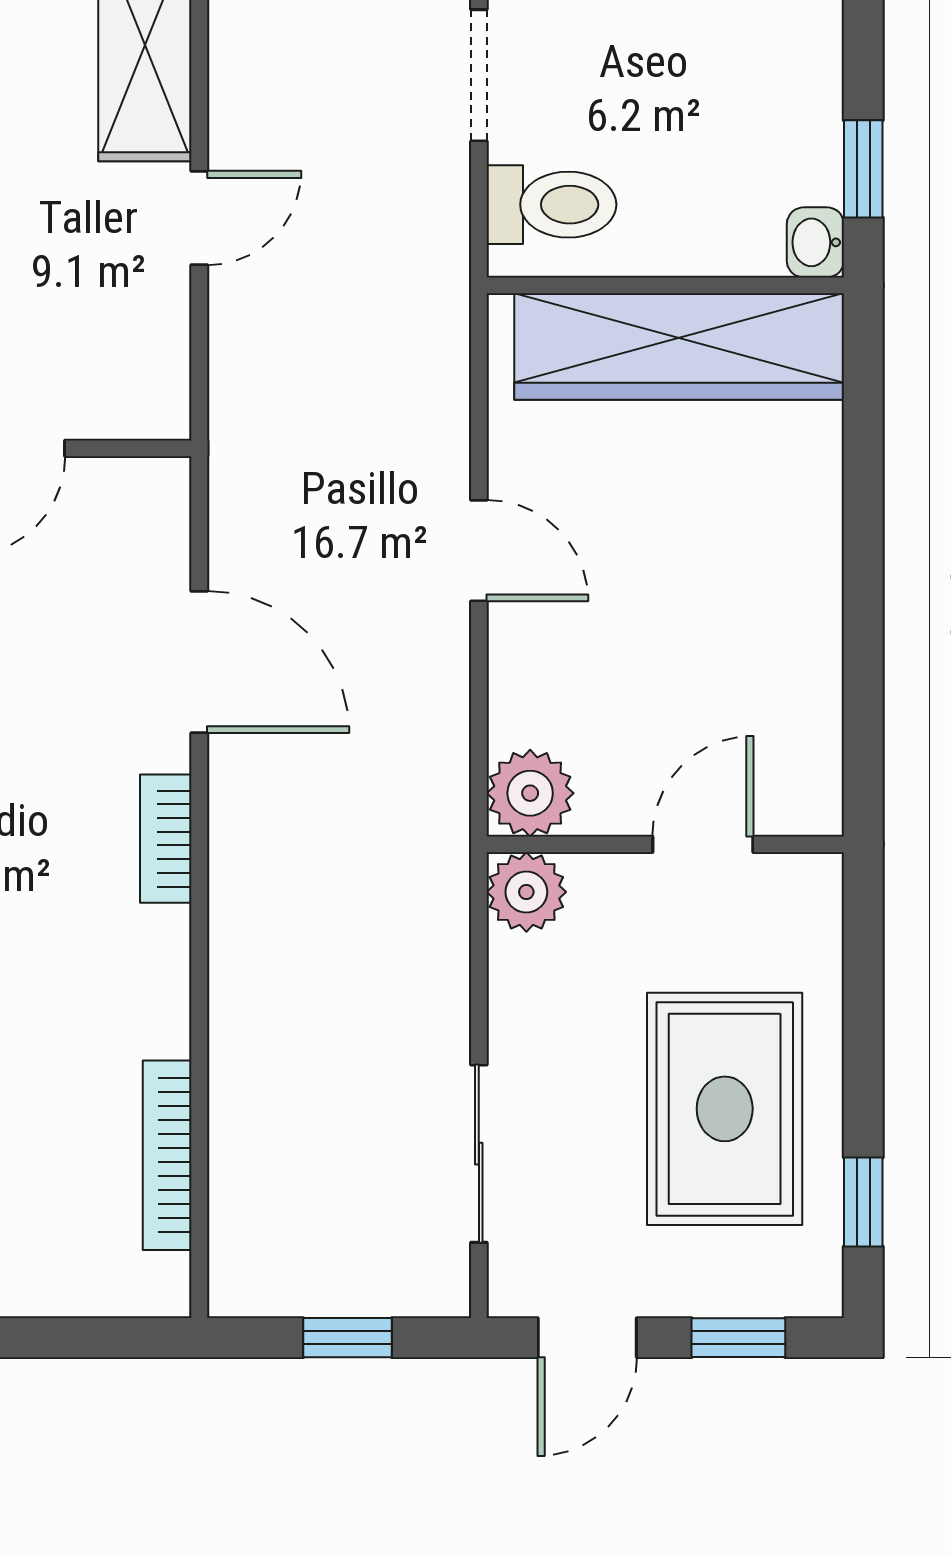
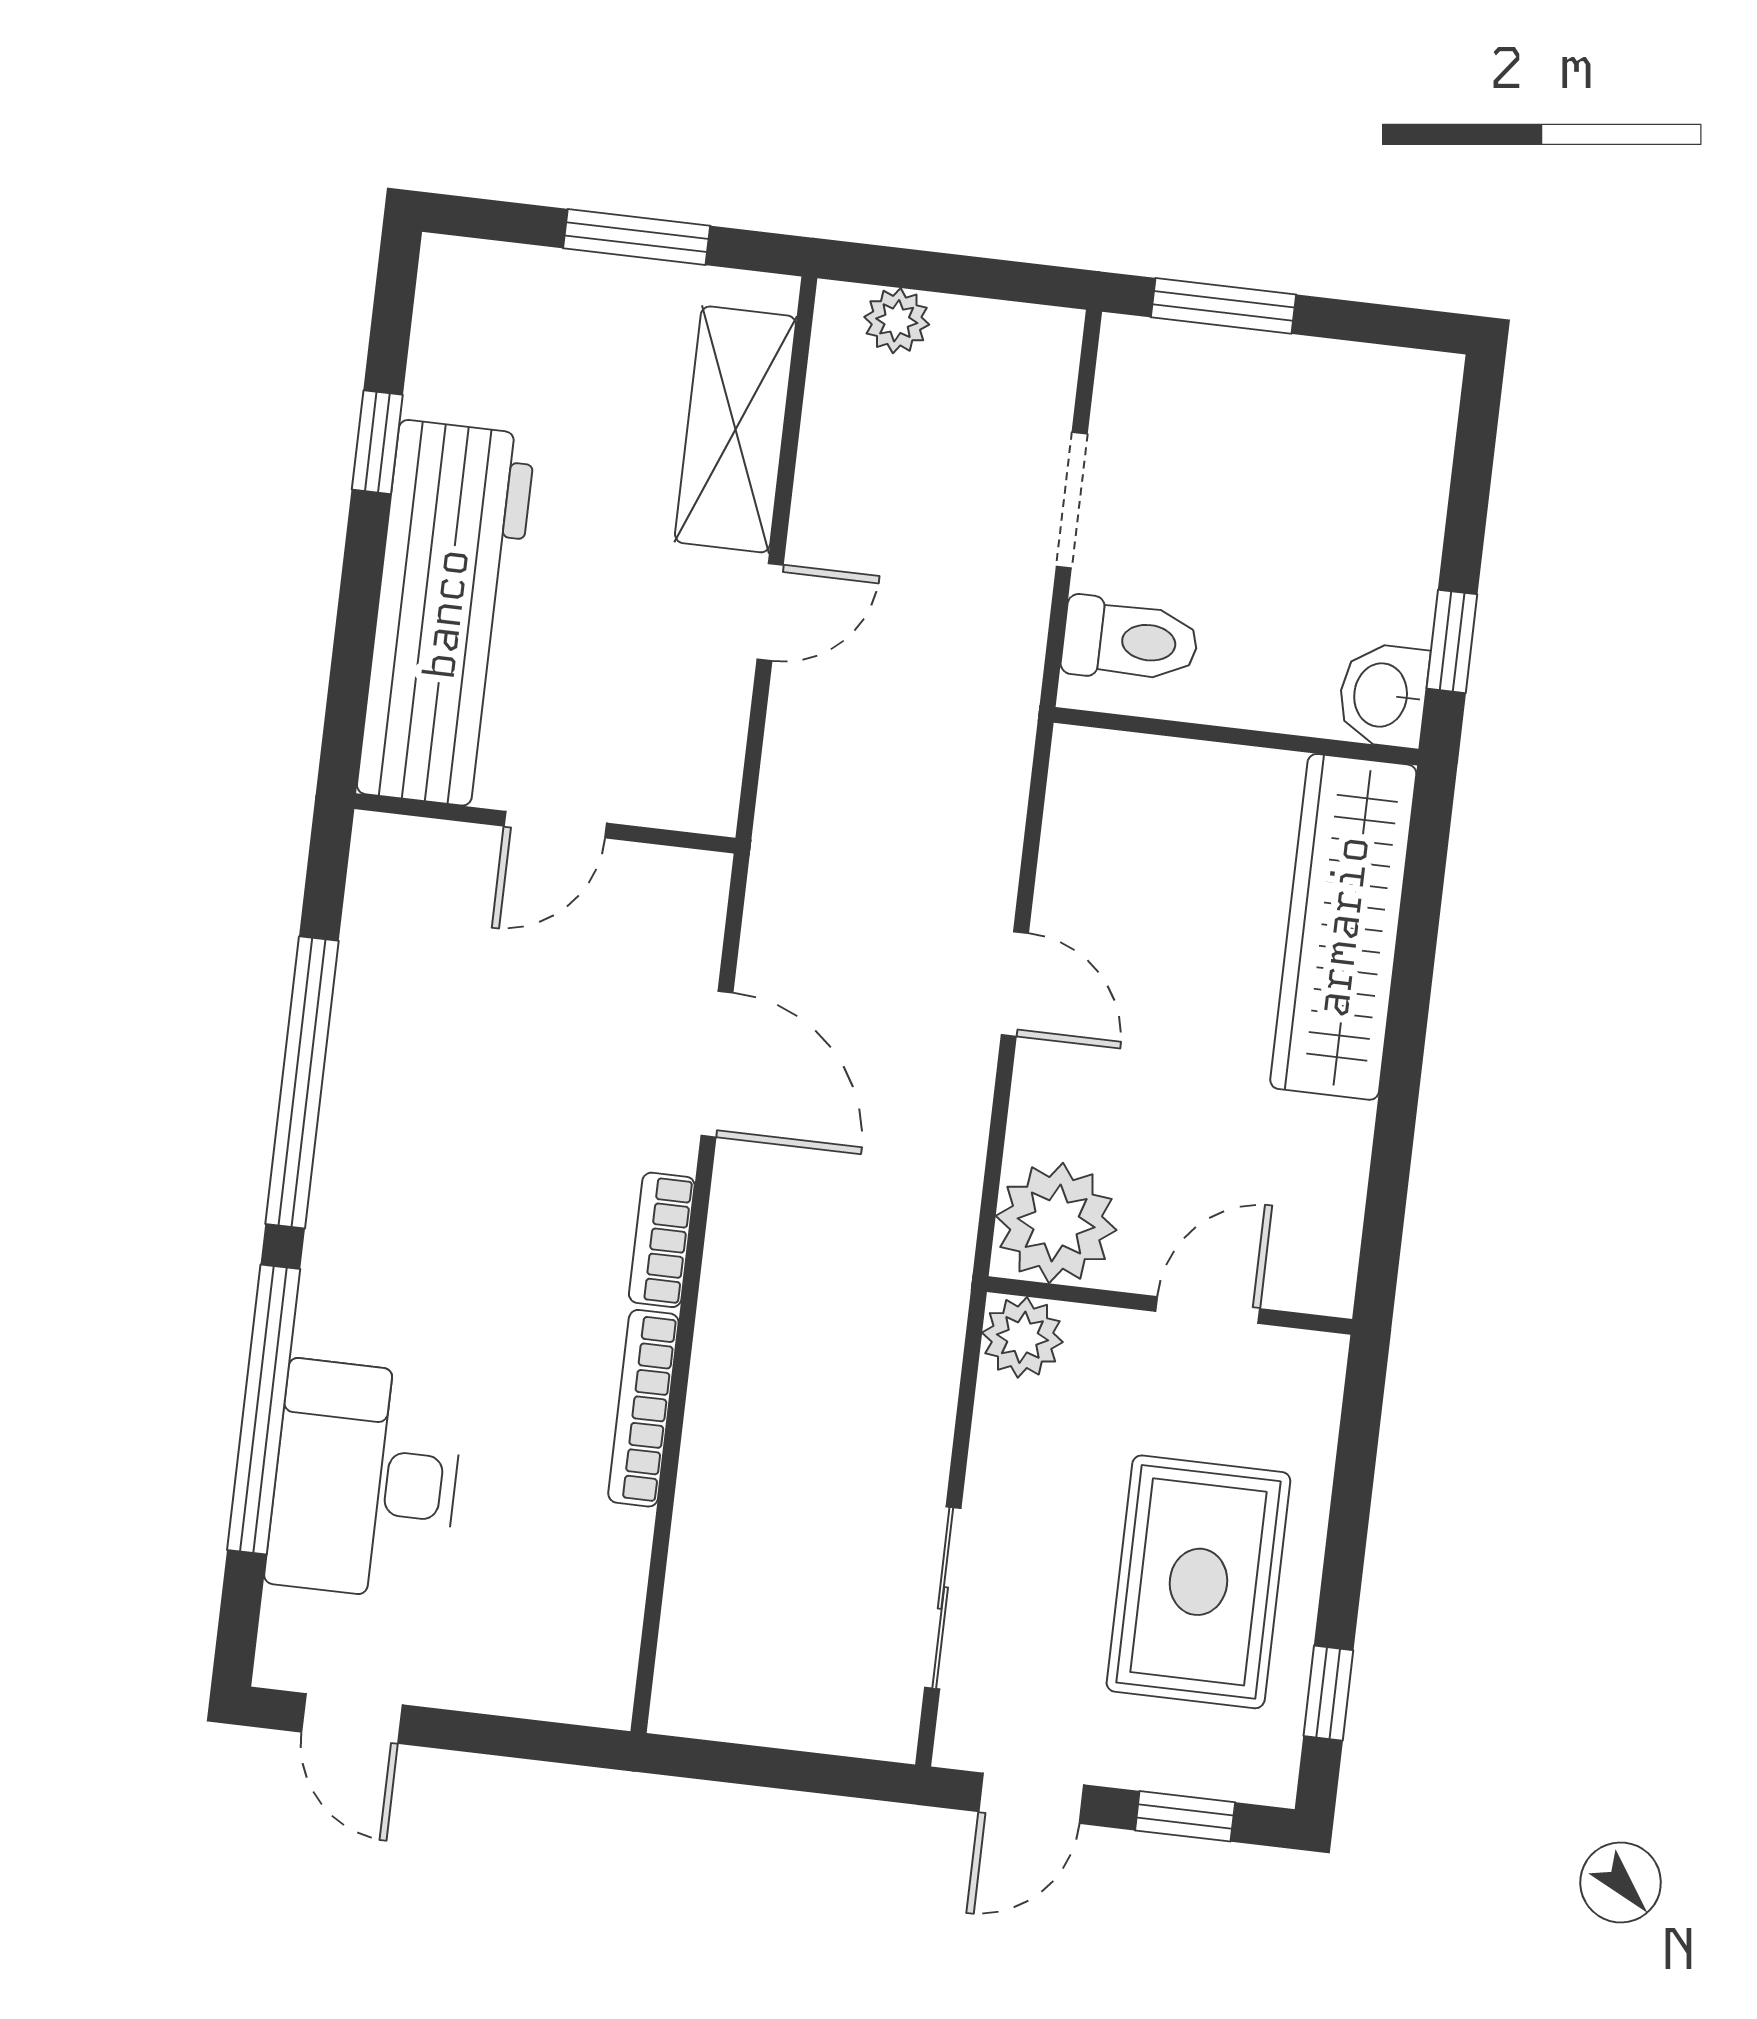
washbasin: (815, 242) -> (1383, 695), width x1.38, depth x1.45
wardrobe: (679, 346) -> (1343, 927), moved, turned 90
plant: (530, 793) -> (1056, 1223), width x1.36, depth x1.36
bookcase: (167, 1155) -> (643, 1408), moved
window: (347, 1338) -> (787, 1770), removed

